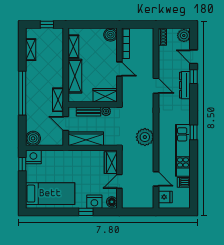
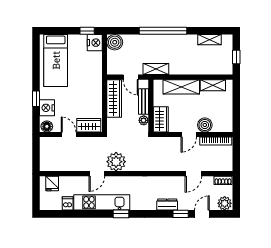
boiler: (110, 35) -> (205, 125), moved
dresser: (185, 85) -> (167, 205), width x0.70
door: (156, 86) -> (193, 174), moved
door: (66, 123) -> (131, 77), swing flipped
door: (156, 179) -> (97, 174), moved

